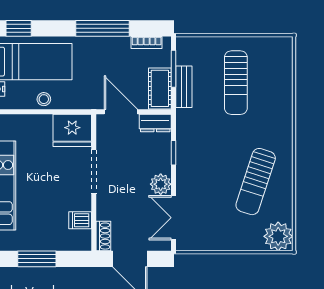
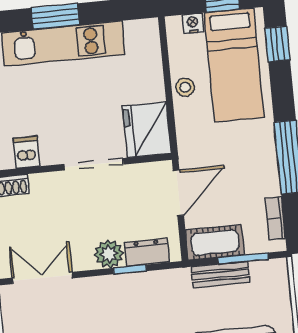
dresser: (155, 123) -> (147, 252), moved, turned 90
plant: (161, 184) -> (109, 254), moved

